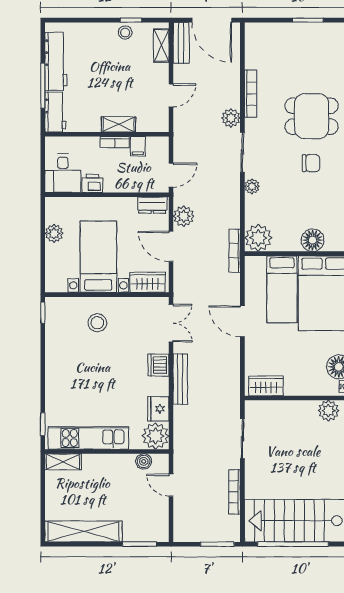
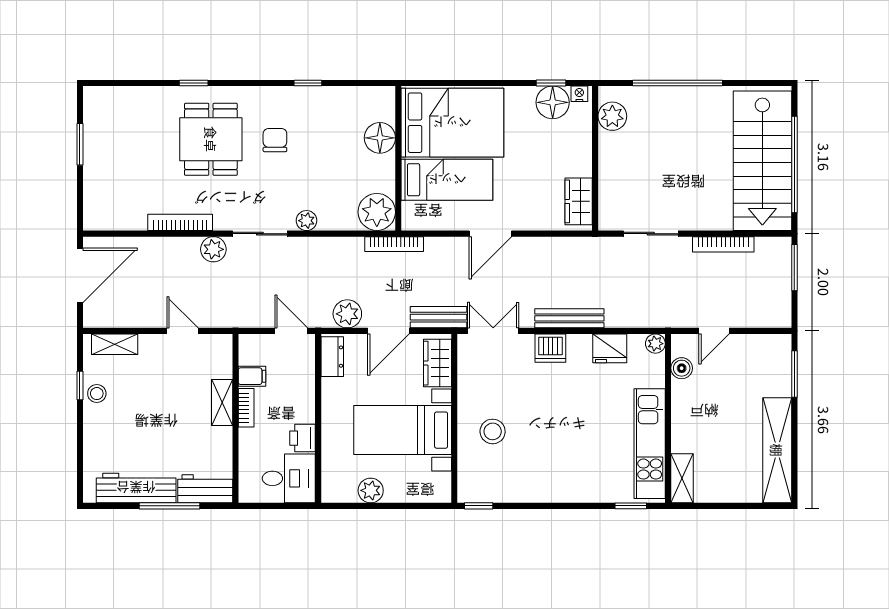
bench: (181, 43) -> (439, 317), moved
plant: (156, 436) -> (655, 344), width x0.53, depth x0.53

